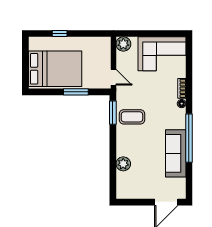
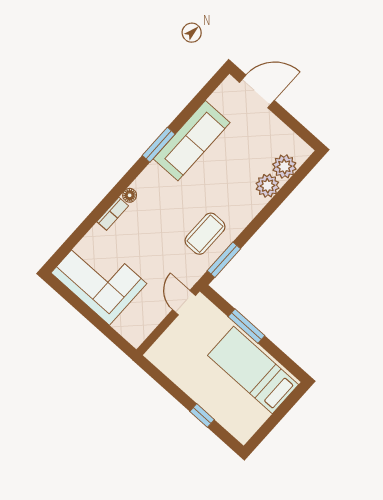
plant: (123, 44) -> (284, 167), moved
bed: (55, 69) -> (253, 370), width x0.67
coffee table: (132, 117) -> (205, 234), turned 90
window: (189, 138) -> (159, 145), width x0.47

